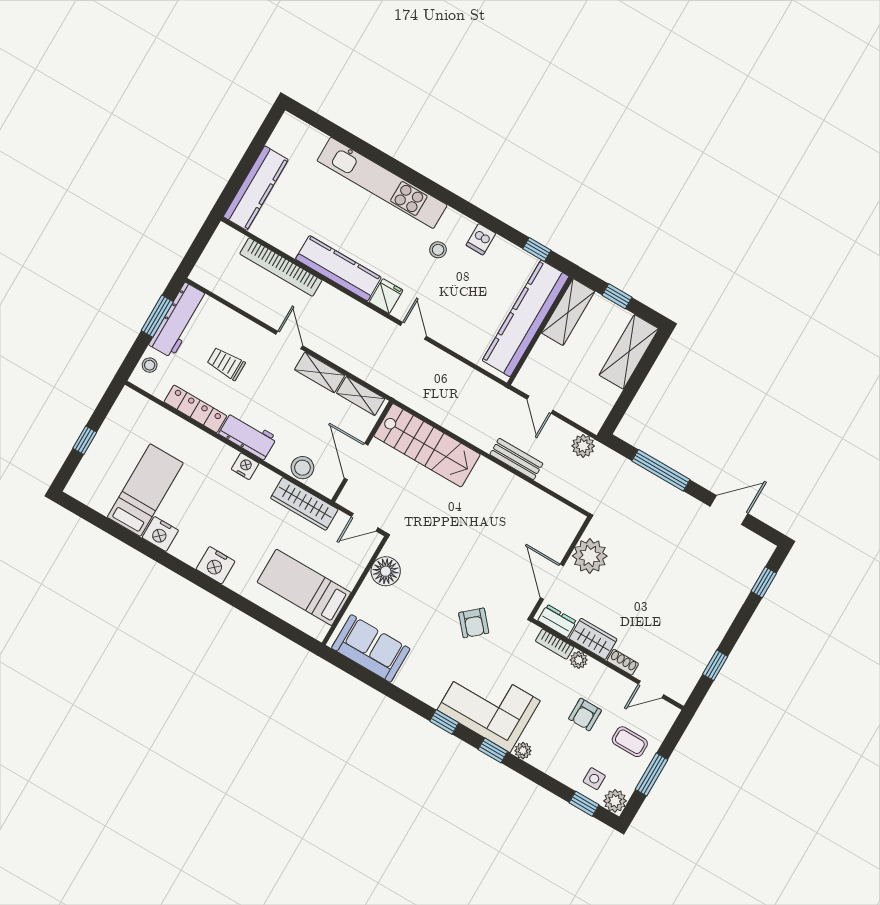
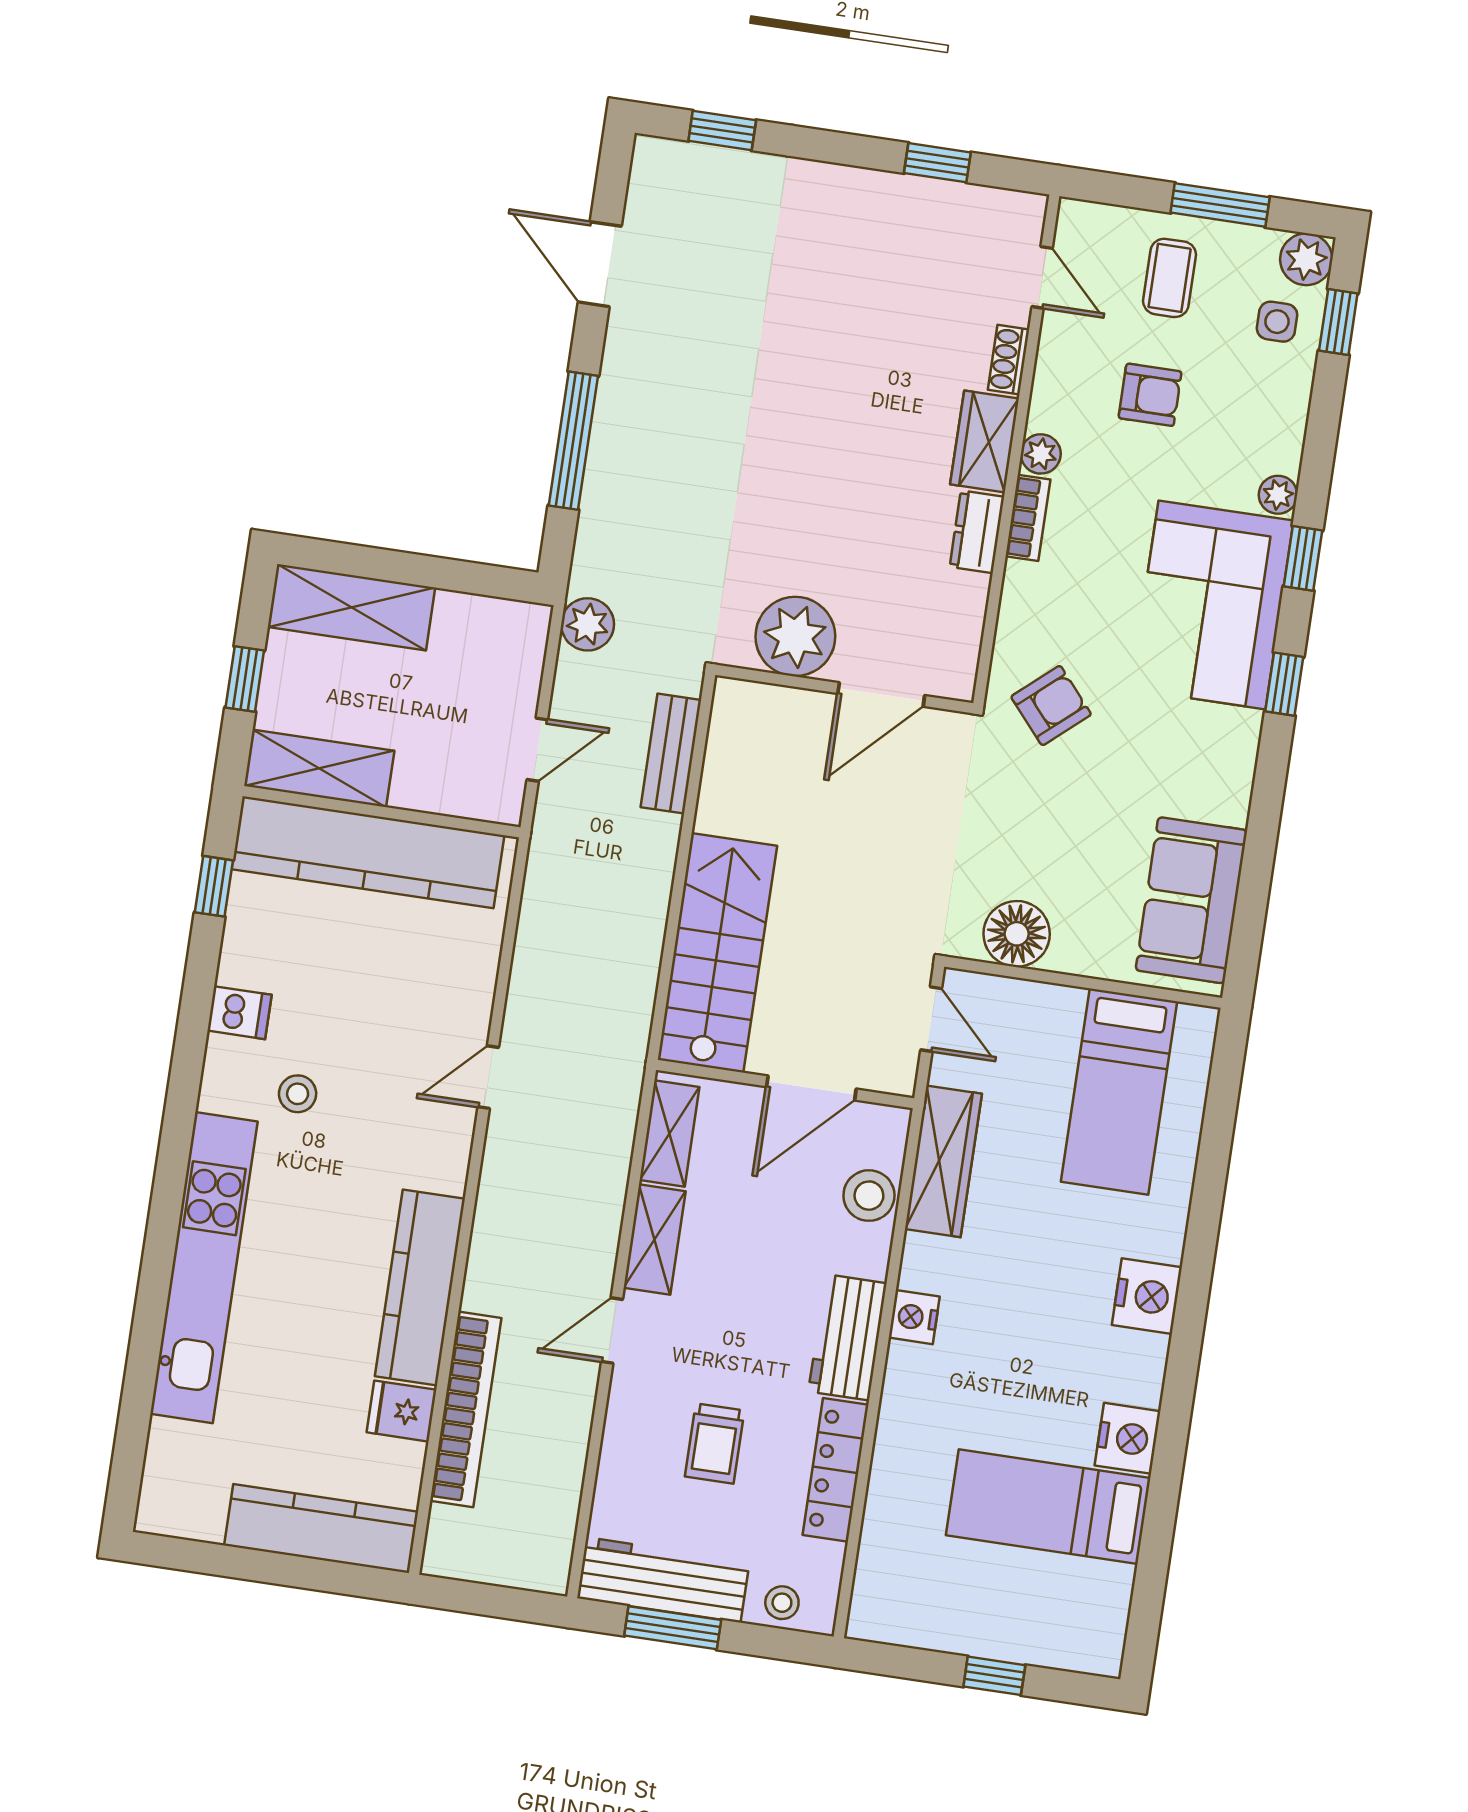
fridge: (386, 296) -> (402, 1411), moved
plant: (590, 556) -> (795, 636), moved
wall: (560, 567) -> (844, 689), moved
door: (552, 582) -> (881, 695), moved

